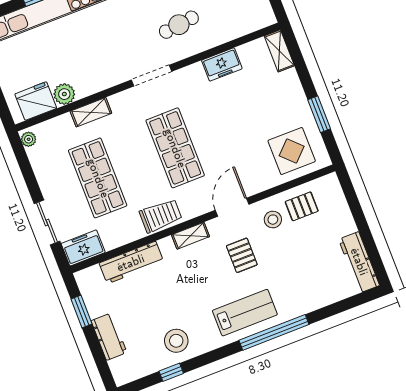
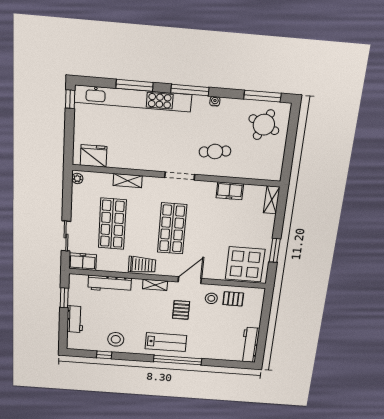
plant: (64, 94) -> (115, 160), removed
display table: (292, 151) -> (245, 264), width x1.36, depth x1.36

